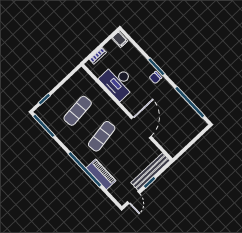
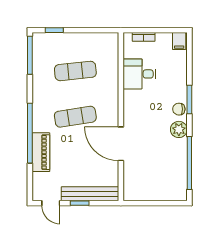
desk: (118, 82) -> (139, 74), width x0.73
plant: (166, 89) -> (179, 129), added
door: (141, 127) -> (121, 144), swing flipped
door: (133, 198) -> (51, 203), hinge flipped

